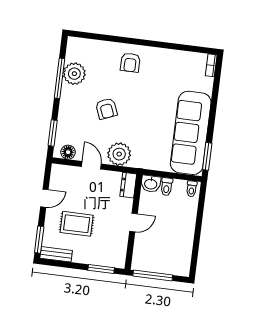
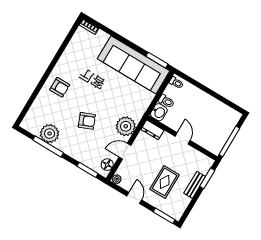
plant: (57, 169) -> (117, 179), added
bench: (56, 254) -> (195, 185), moved

